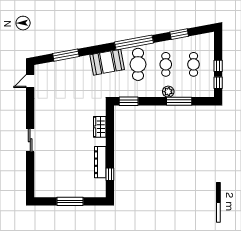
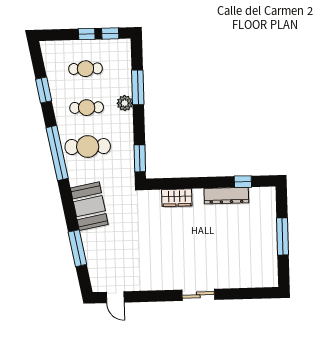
booth: (107, 62) -> (89, 206), moved

